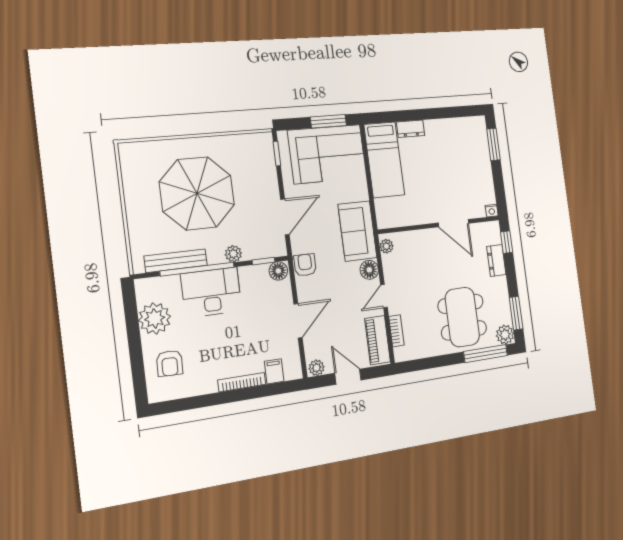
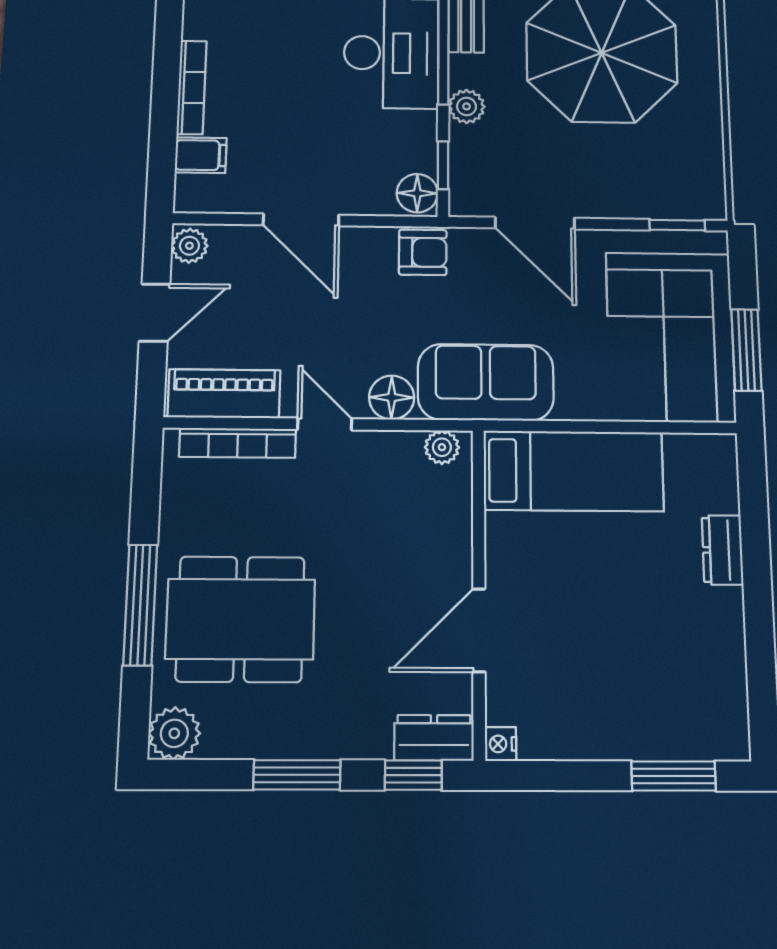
bed: (384, 160) -> (573, 471), moved, turned 180
dresser: (496, 261) -> (434, 738), moved
window: (516, 313) -> (297, 775), moved
bookcase: (396, 331) -> (238, 443), width x1.56
window: (486, 353) -> (140, 605), moved

